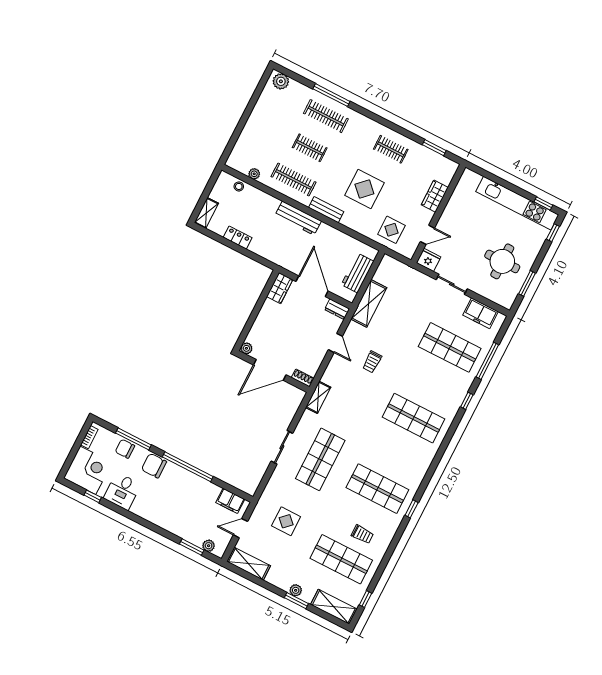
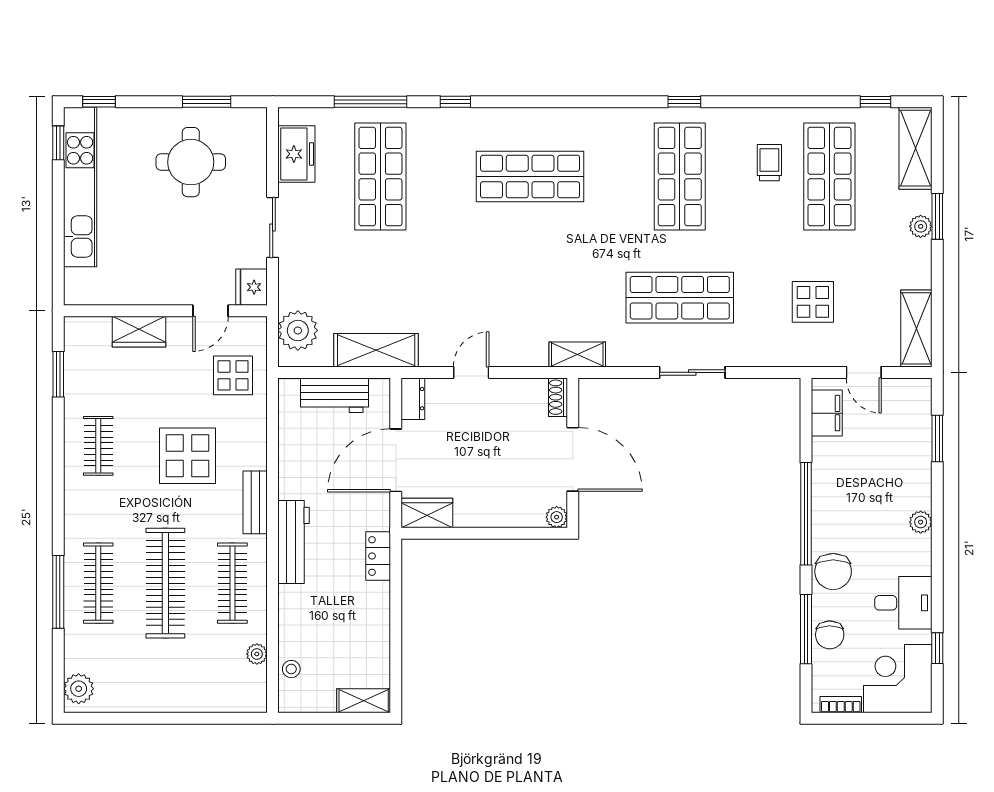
clothes rail: (310, 148) -> (165, 583), width x1.86, depth x1.31
door: (427, 235) -> (210, 311), swing flipped
locker: (238, 238) -> (378, 556), moved
plant: (397, 271) -> (298, 330), added
trolley: (372, 362) -> (471, 295), removed
shop shelf: (414, 418) -> (530, 176), turned 90
plant: (209, 546) -> (921, 522), moved

